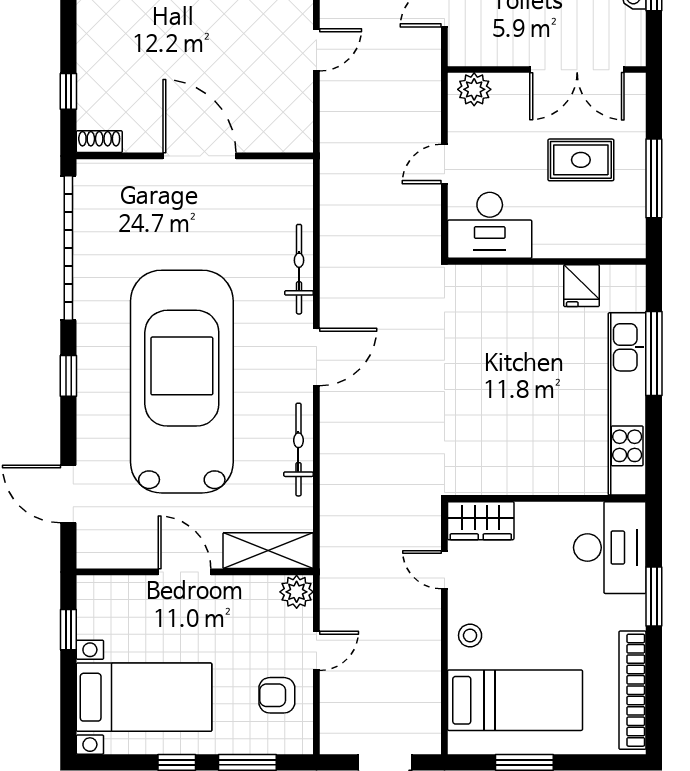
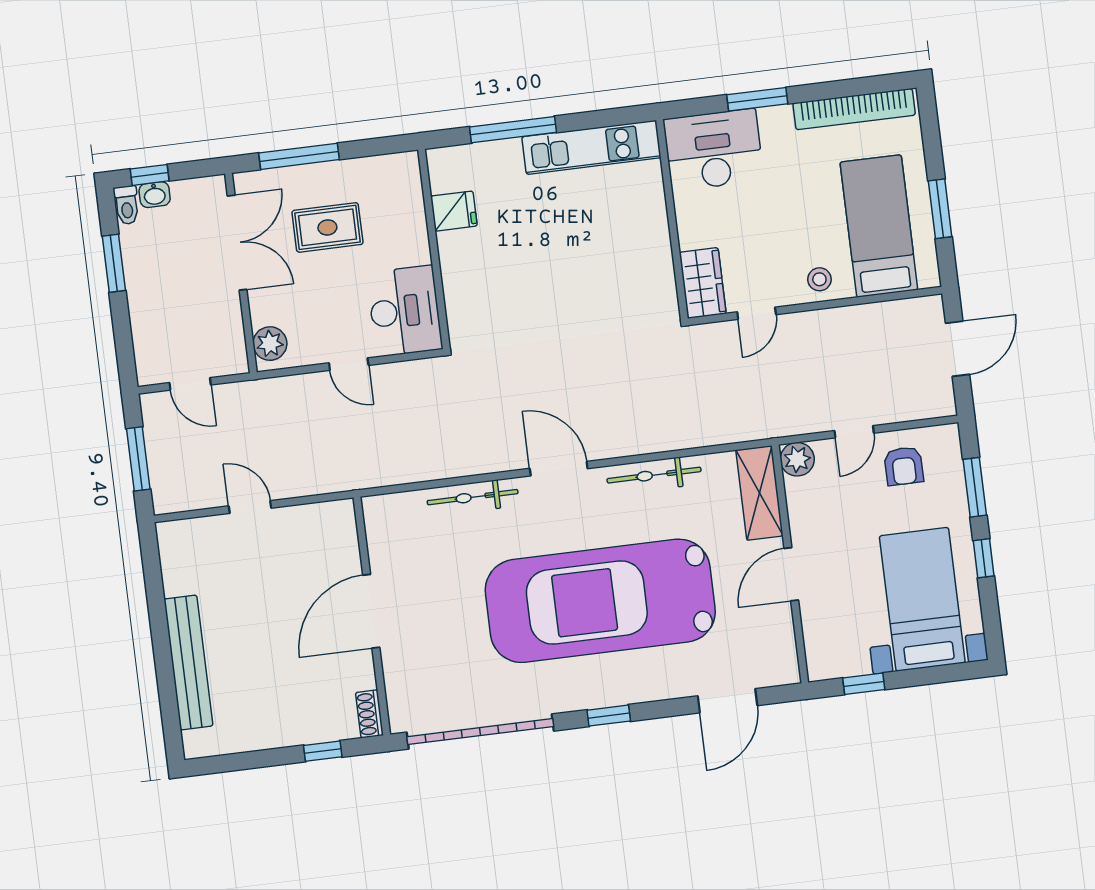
rug: (581, 160) -> (327, 227), turned 90
window: (654, 178) -> (299, 156), moved
kitchen unit: (627, 404) -> (591, 147), width x0.73
door: (316, 651) -> (854, 432), swing flipped

